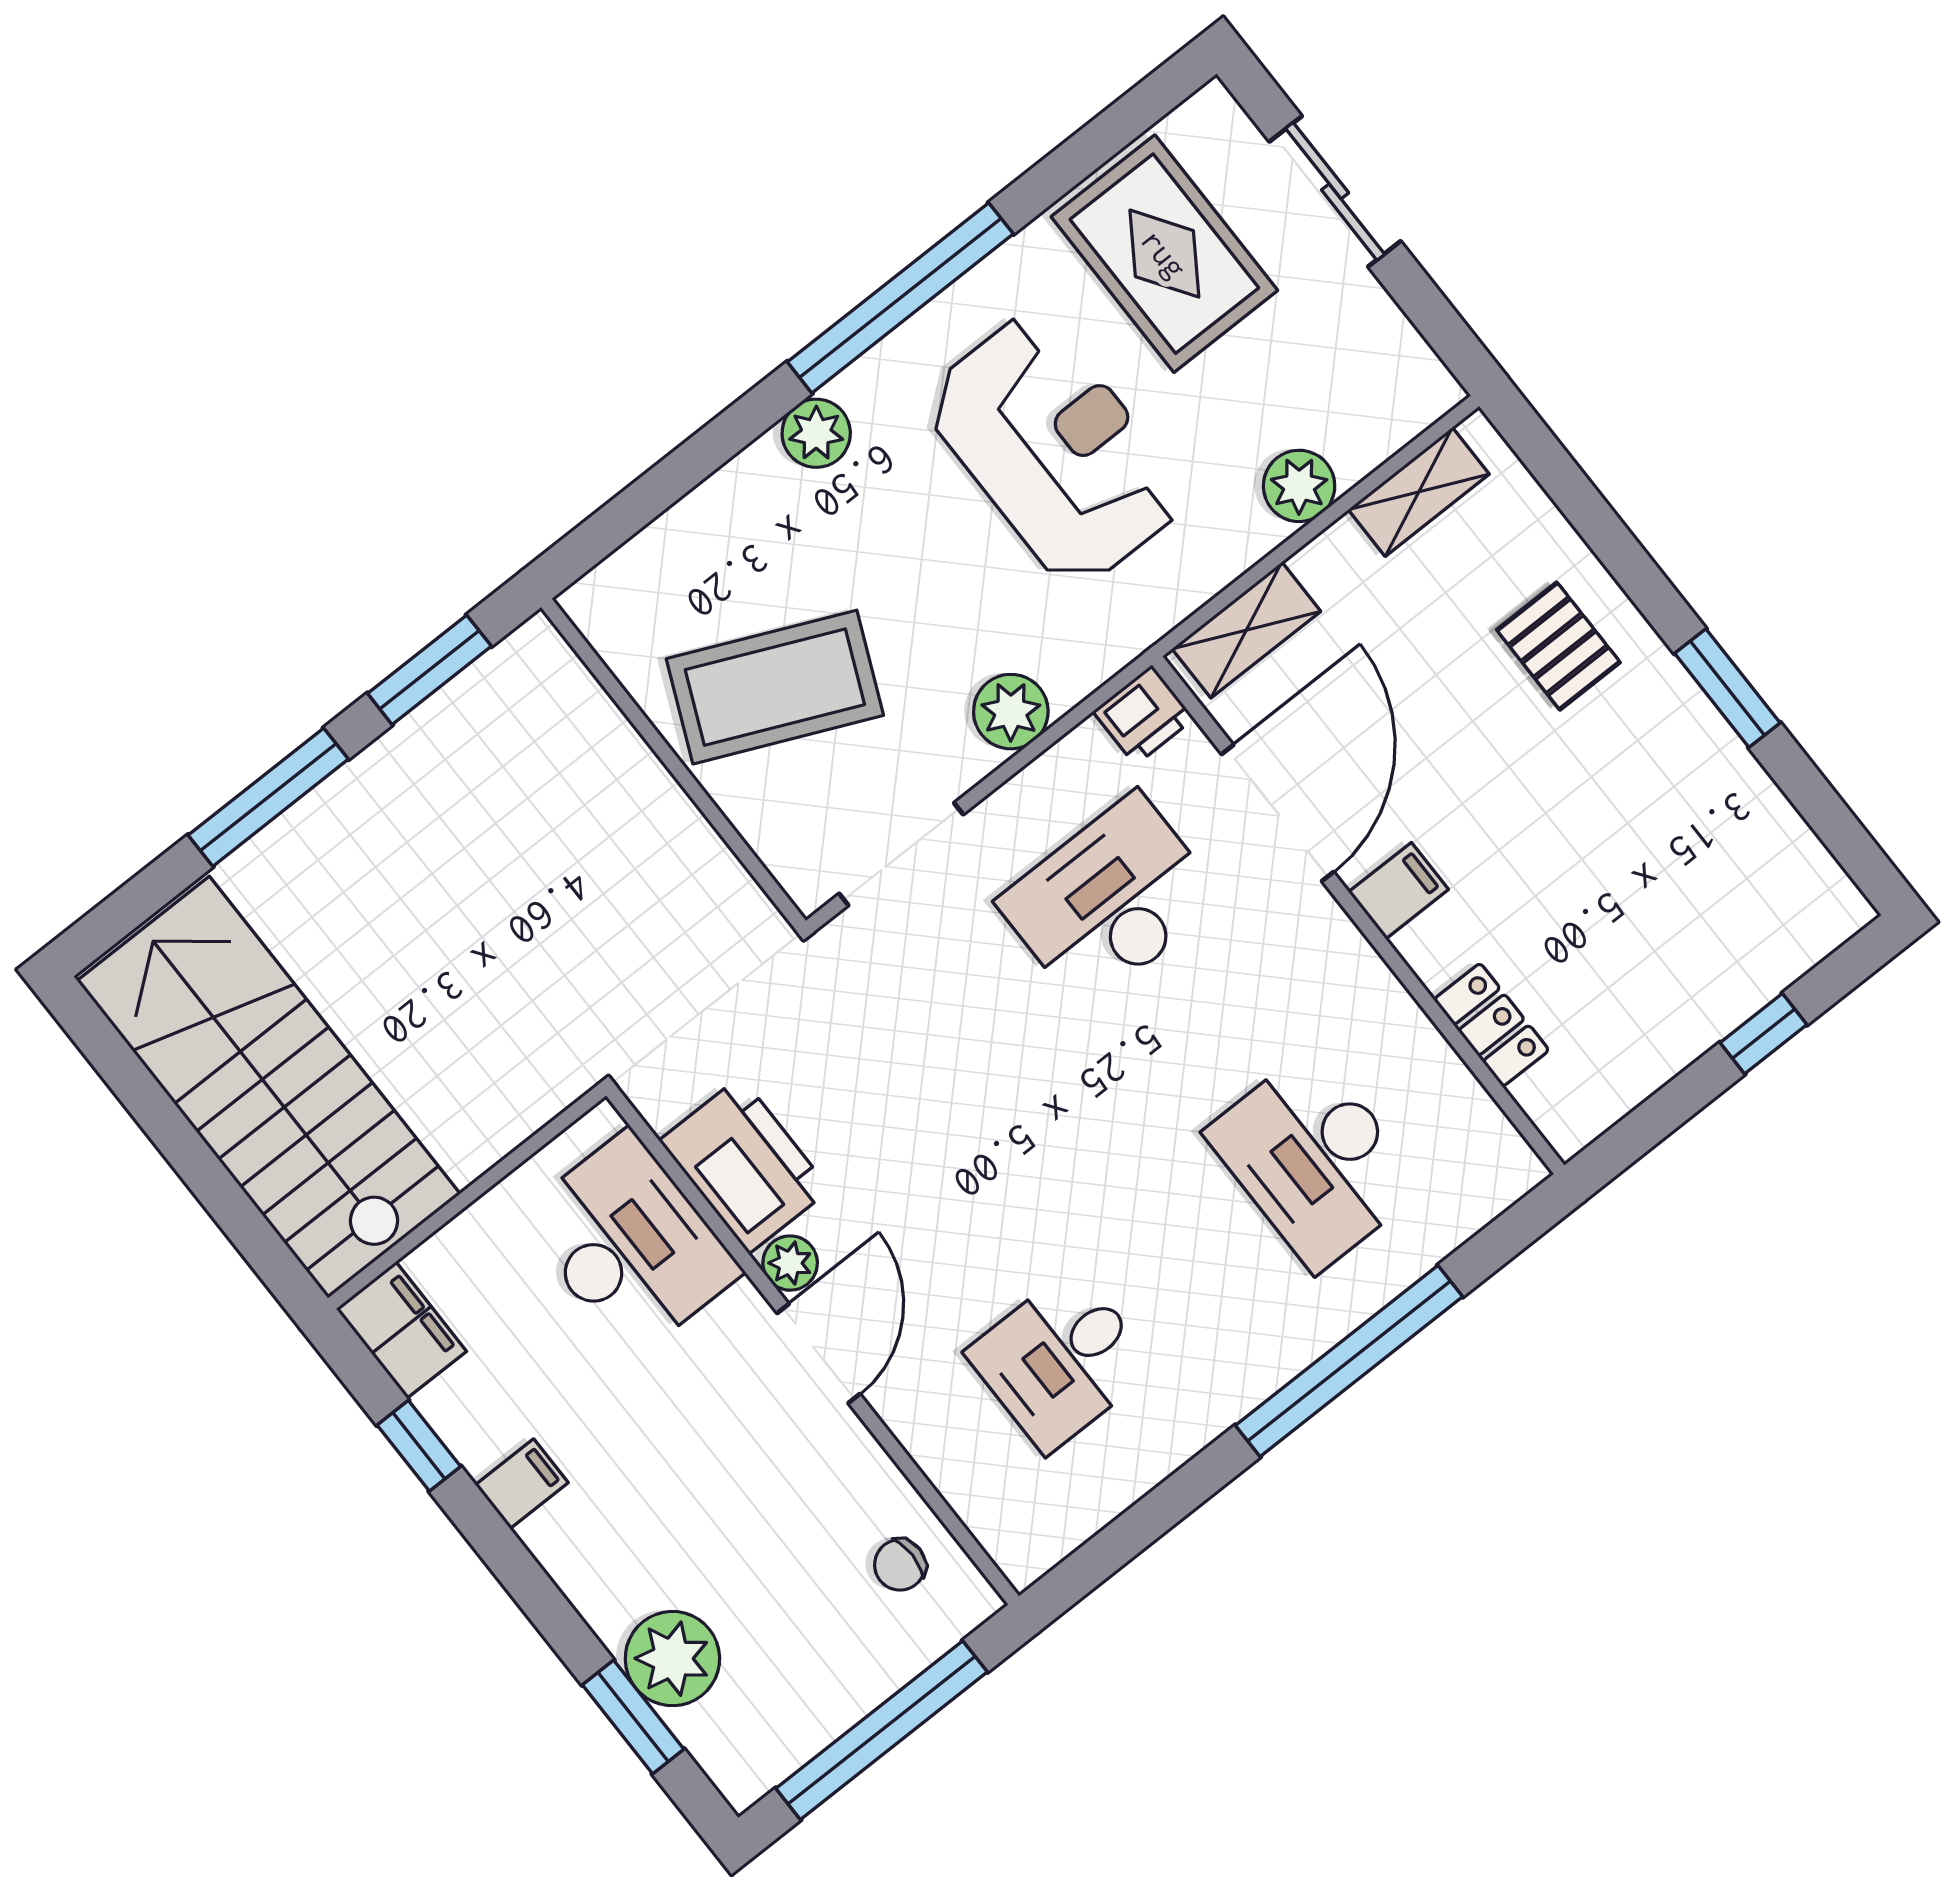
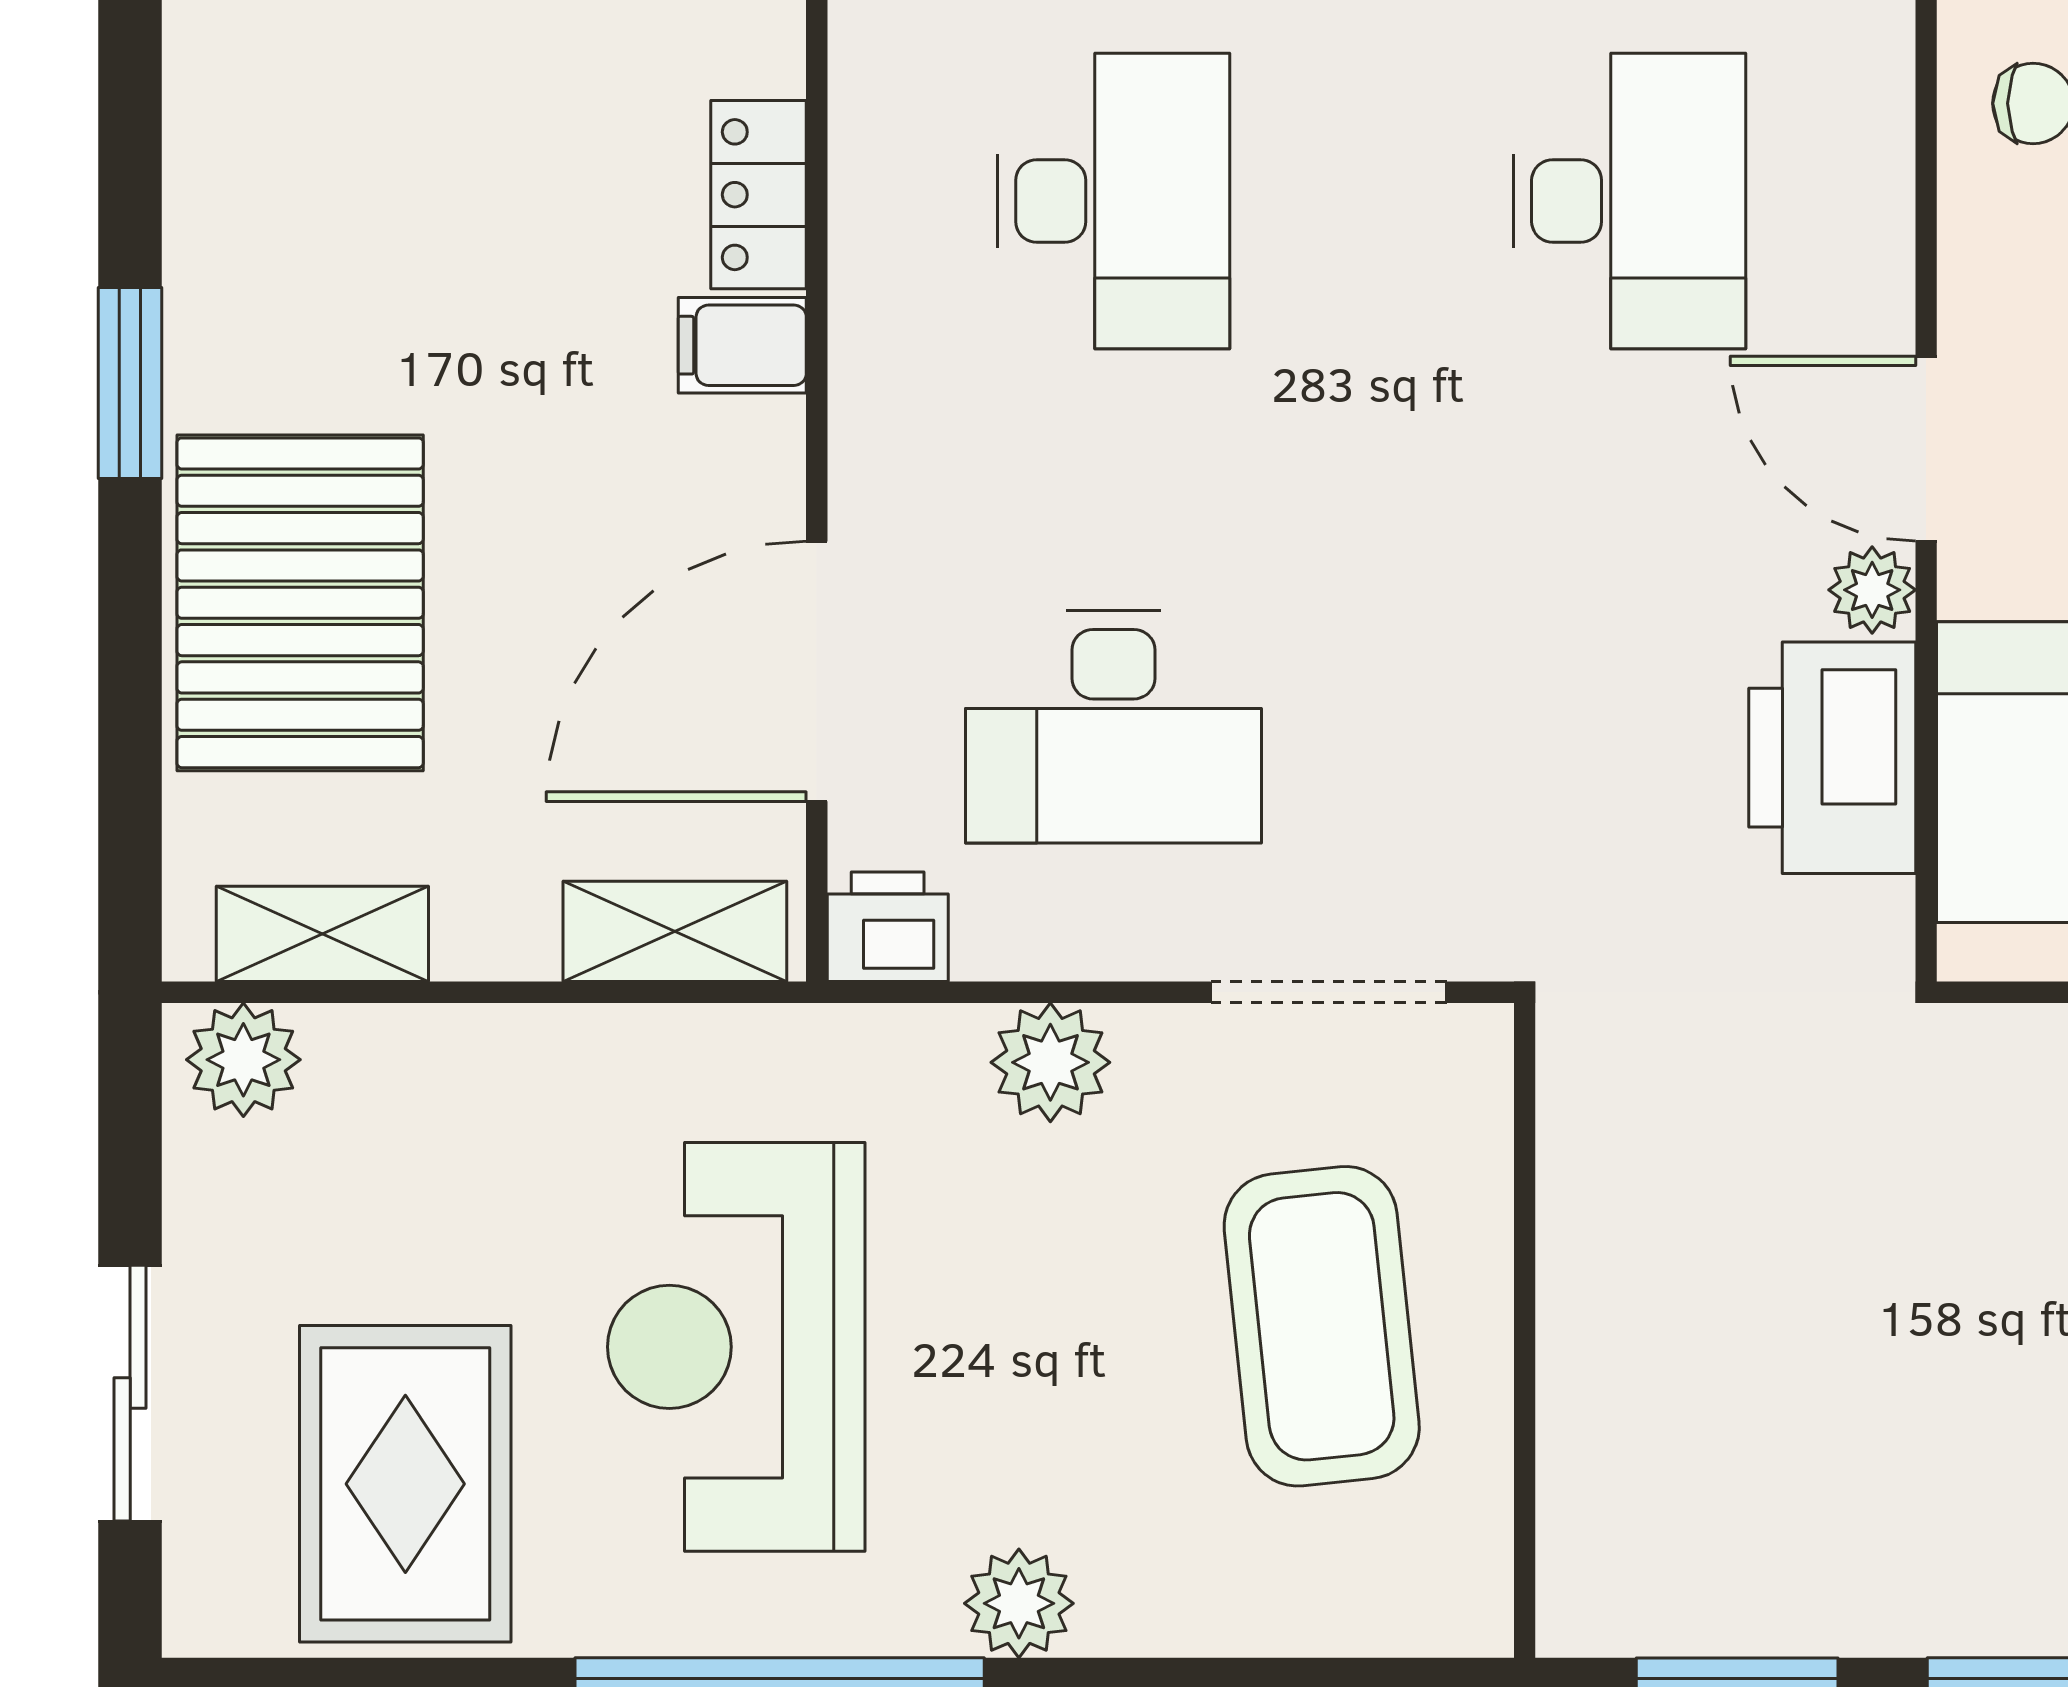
plant: (1299, 486) -> (243, 1060), moved
pallet: (1558, 646) -> (300, 603), width x2.05, depth x2.00
coffee table: (775, 687) -> (1322, 1326), turned 60
filing cabinet: (1398, 891) -> (742, 345), moved
door: (819, 1353) -> (1926, 449), hinge flipped
desk: (1061, 1360) -> (1629, 201), width x1.37

